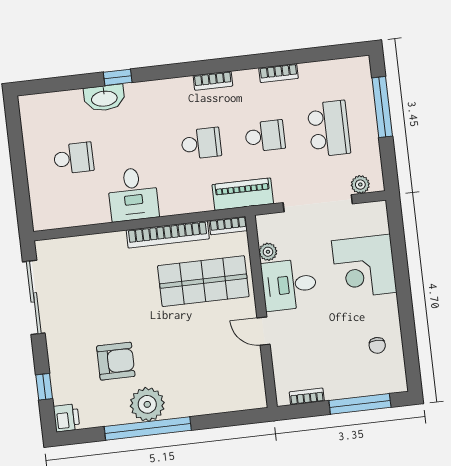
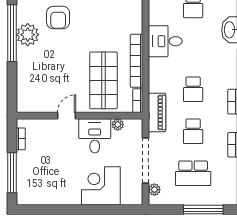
chair: (377, 345) -> (49, 188), removed

